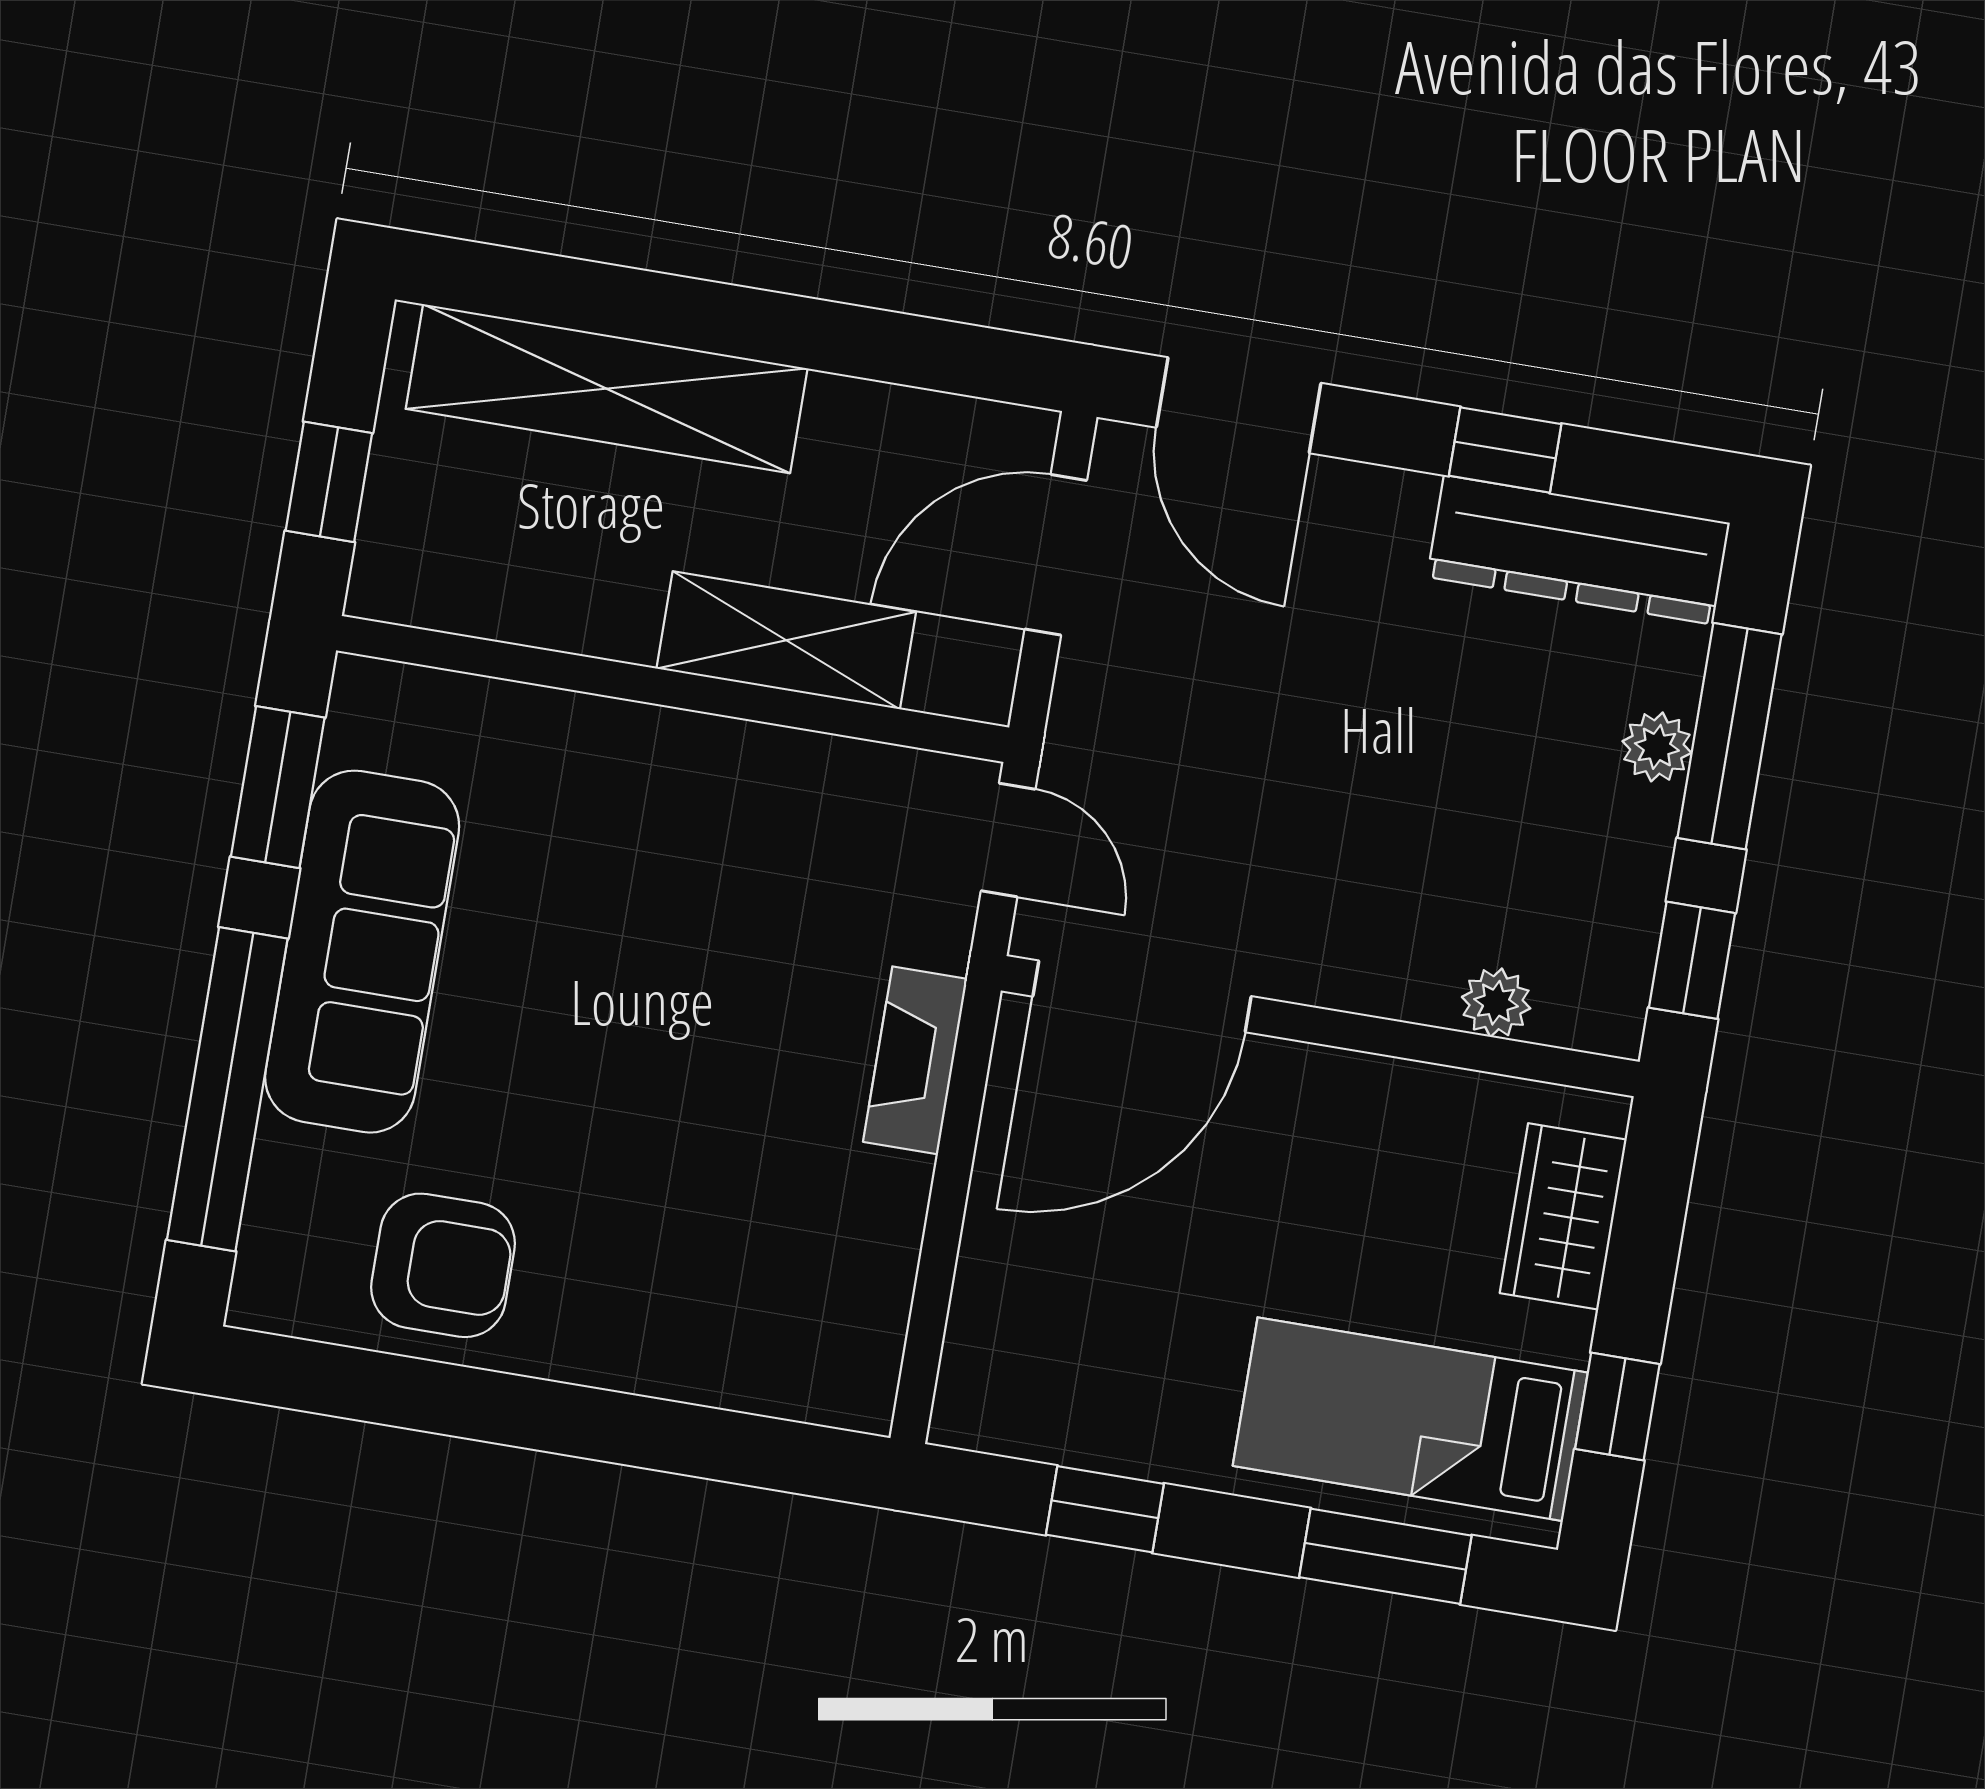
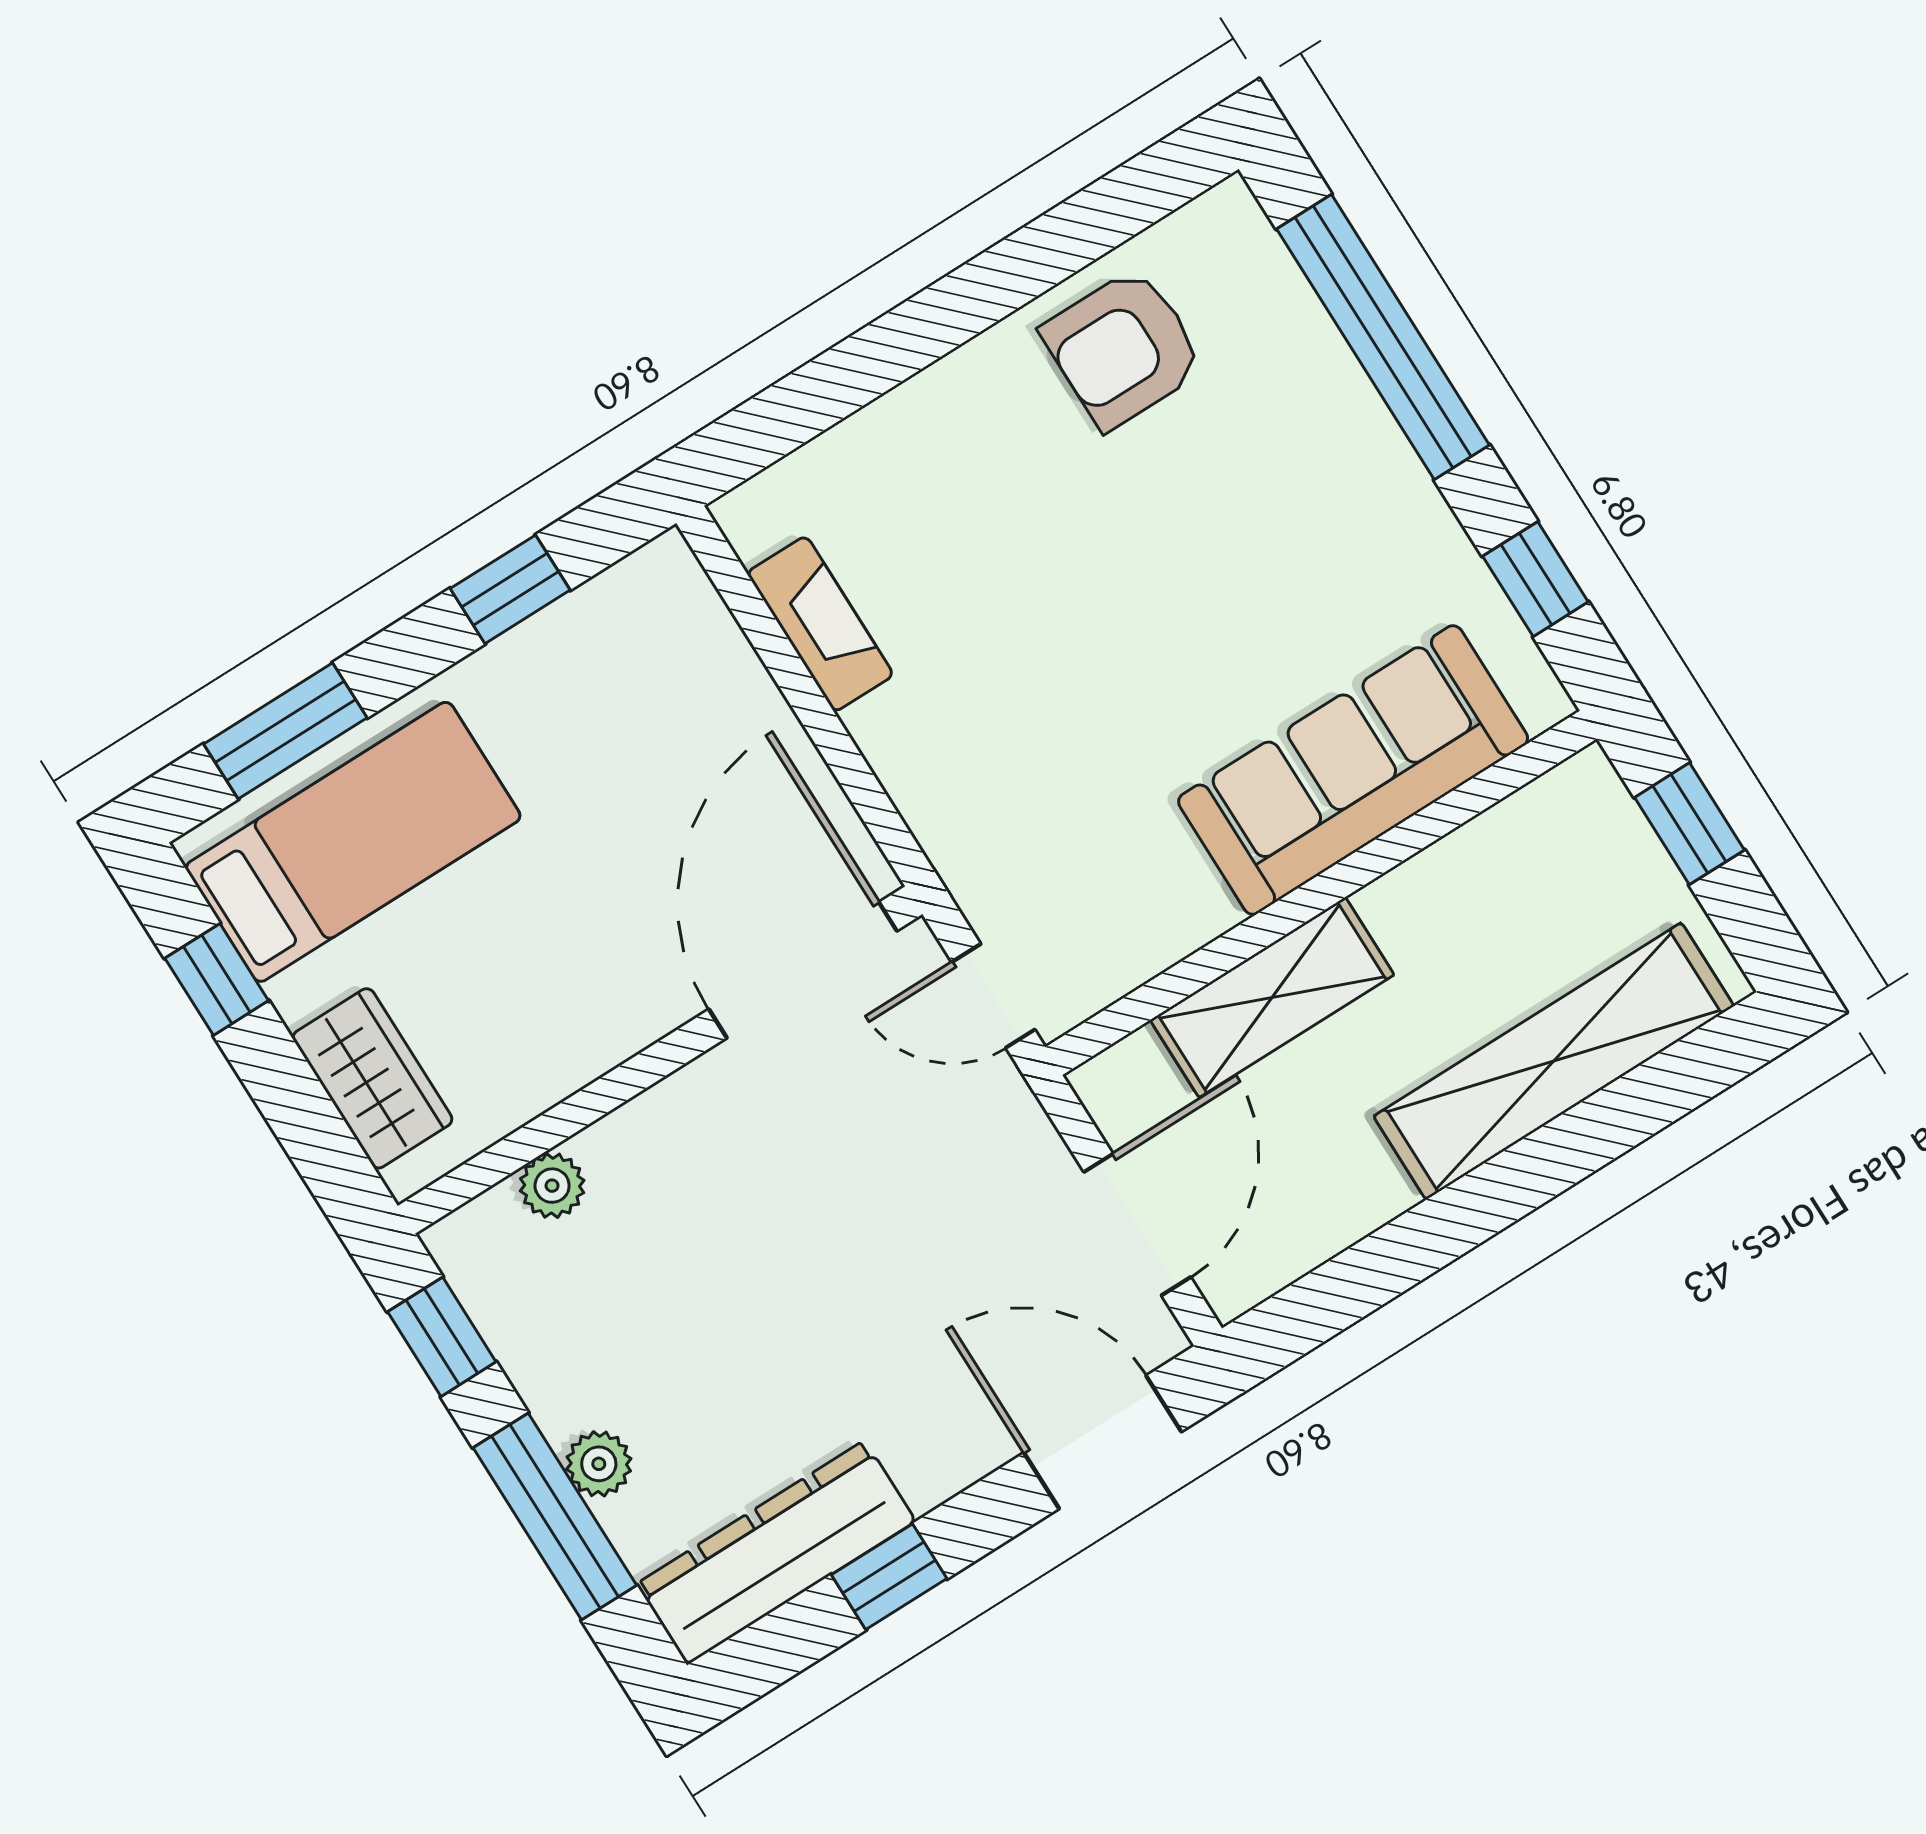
window: (278, 787) -> (1535, 579), width x0.67
sofa: (362, 952) -> (1353, 770), moved, turned 90
fireplace: (915, 1060) -> (820, 624), moved

